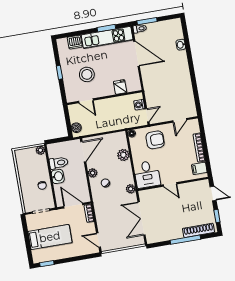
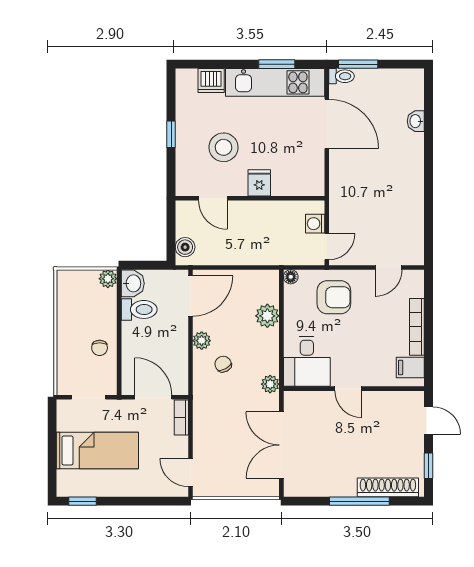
fridge: (120, 87) -> (259, 183), moved
washbasin: (58, 176) -> (133, 283), moved

